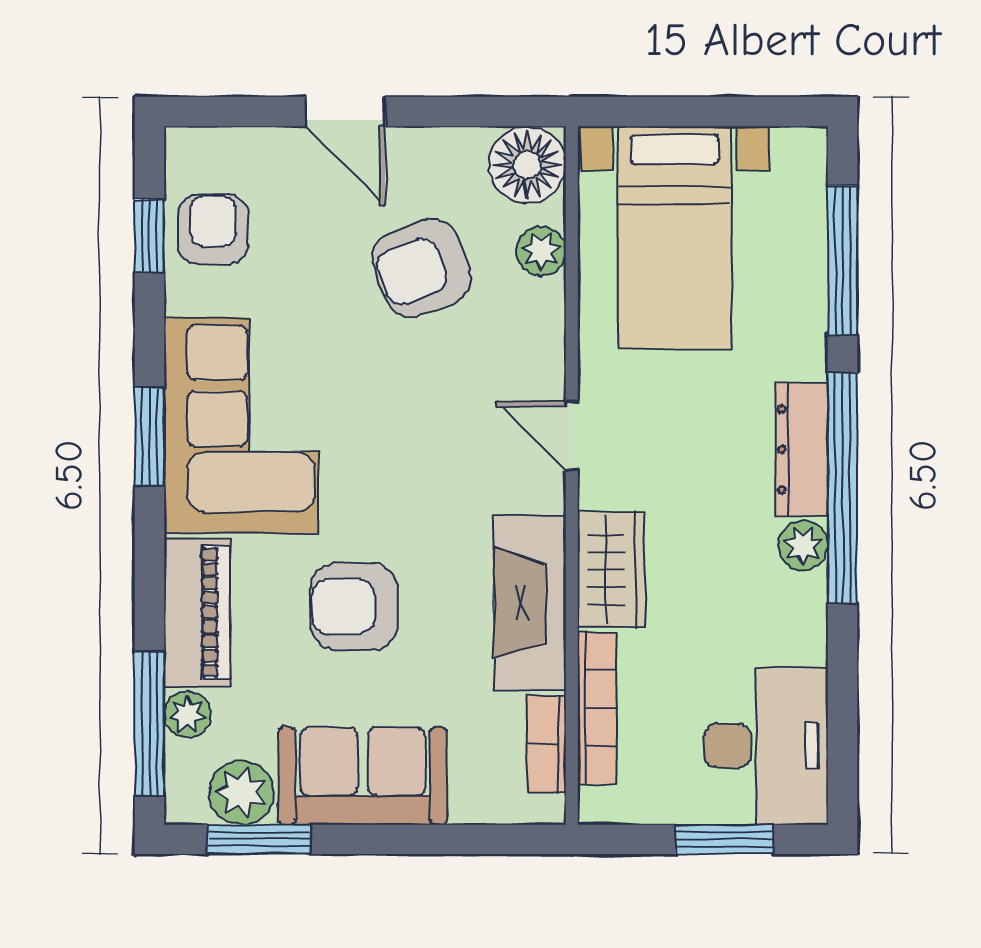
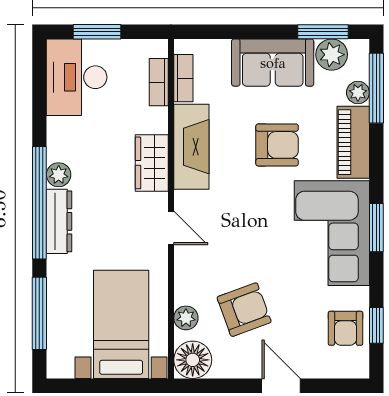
bookcase: (597, 709) -> (159, 82), width x0.64

